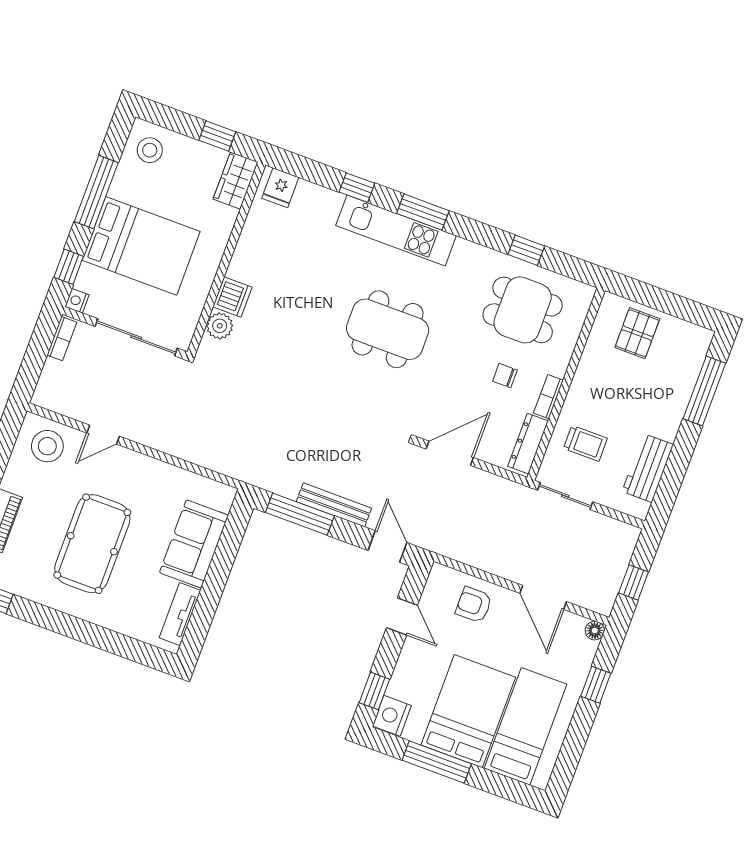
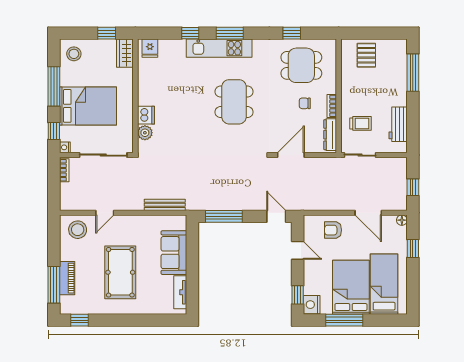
dining table: (388, 329) -> (234, 102), turned 90
bench: (334, 505) -> (165, 205), moved

